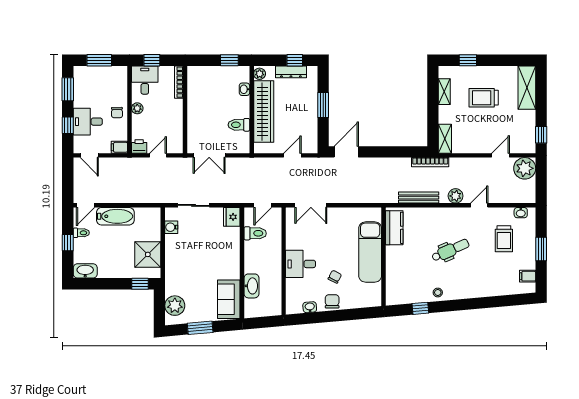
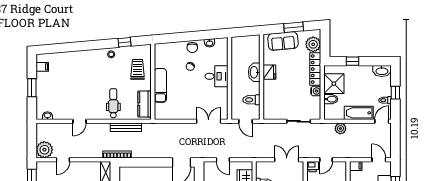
printer: (139, 146) -> (313, 167), moved
door: (292, 155) -> (223, 160), hinge flipped
plant: (456, 196) -> (340, 128), moved
door: (263, 205) -> (246, 121), swing flipped
fridge: (232, 217) -> (269, 72), moved
water cooler: (171, 227) -> (316, 91), moved
bidet: (152, 234) -> (331, 99), added
trolley: (504, 239) -> (138, 69), moved
dental chair: (450, 250) -> (113, 103), moved, turned 114
exam couch: (370, 252) -> (160, 85), width x0.73, depth x0.69
locker: (172, 273) -> (315, 69), added
window: (140, 284) -> (352, 61), moved
washbasin: (251, 286) -> (254, 72), moved
sofa: (229, 299) -> (283, 41), moved, turned 85

